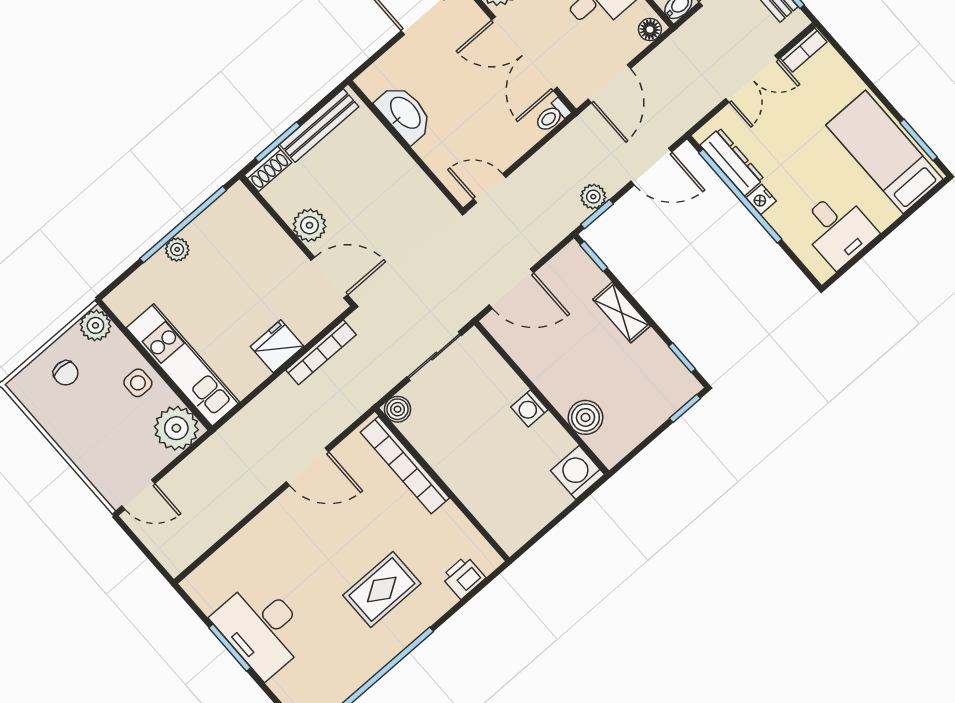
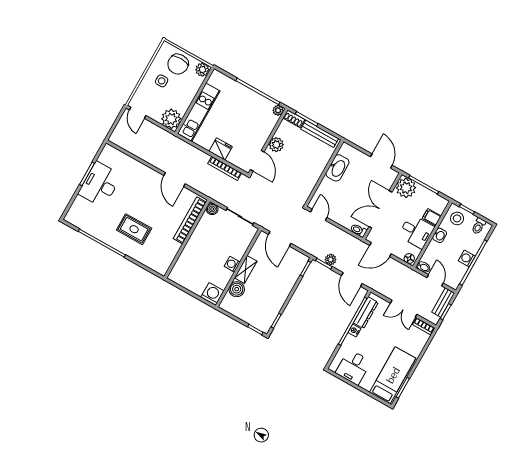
plant: (177, 249) -> (278, 110), moved
shelving: (621, 313) -> (246, 269), moved
chair: (66, 373) -> (178, 64), width x1.87, depth x1.87
side table: (138, 383) -> (162, 81), moved
printer: (463, 577) -> (151, 262), removed

